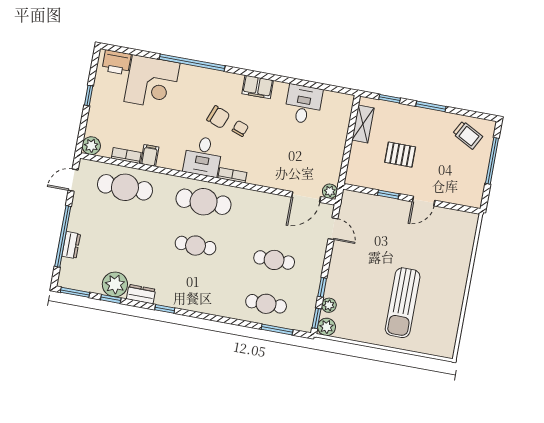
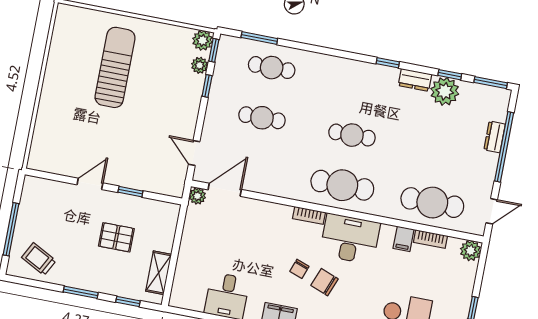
desk: (203, 156) -> (350, 239), width x1.37

